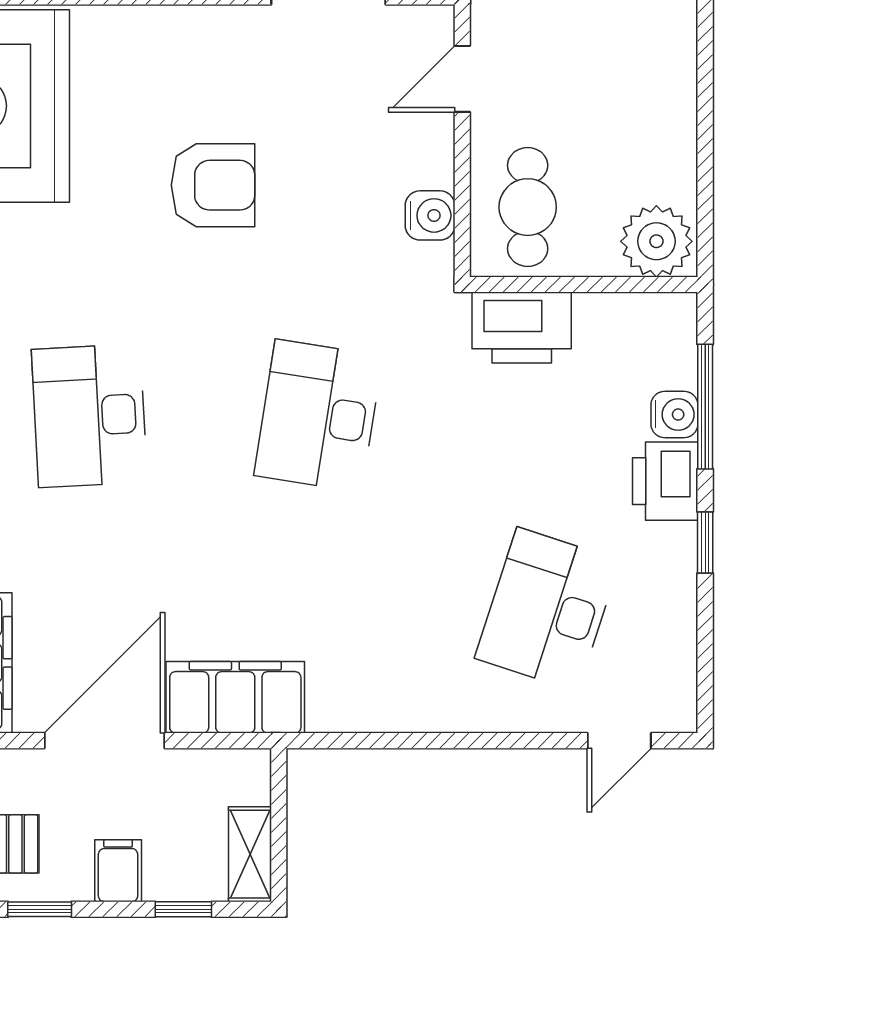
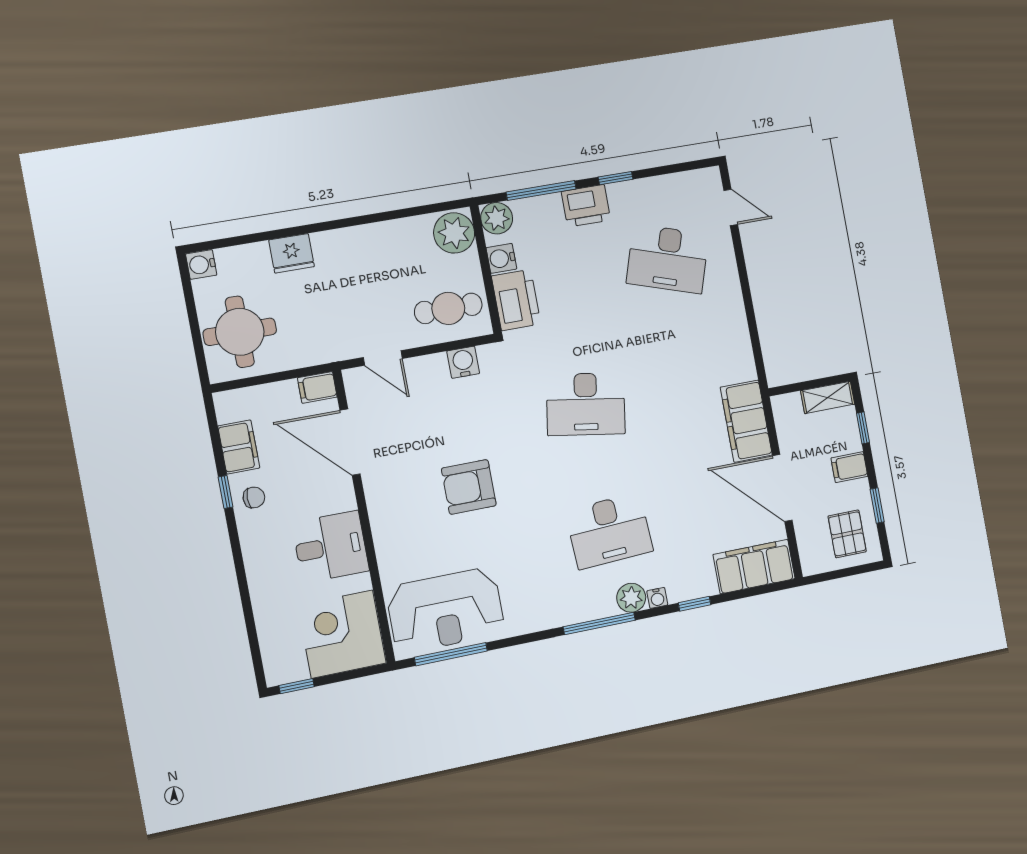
armchair: (213, 185) -> (469, 487), turned -90
plant: (670, 320) -> (497, 218), added
water cooler: (674, 414) -> (501, 258), moved, turned -90

